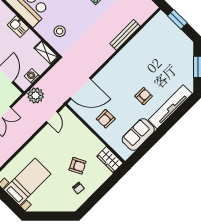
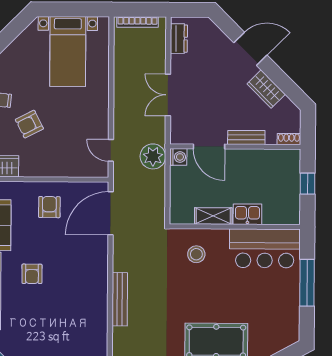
bench: (125, 35) -> (120, 299), moved
shelving: (46, 52) -> (213, 216), moved
washing machine: (32, 76) -> (178, 157), moved

